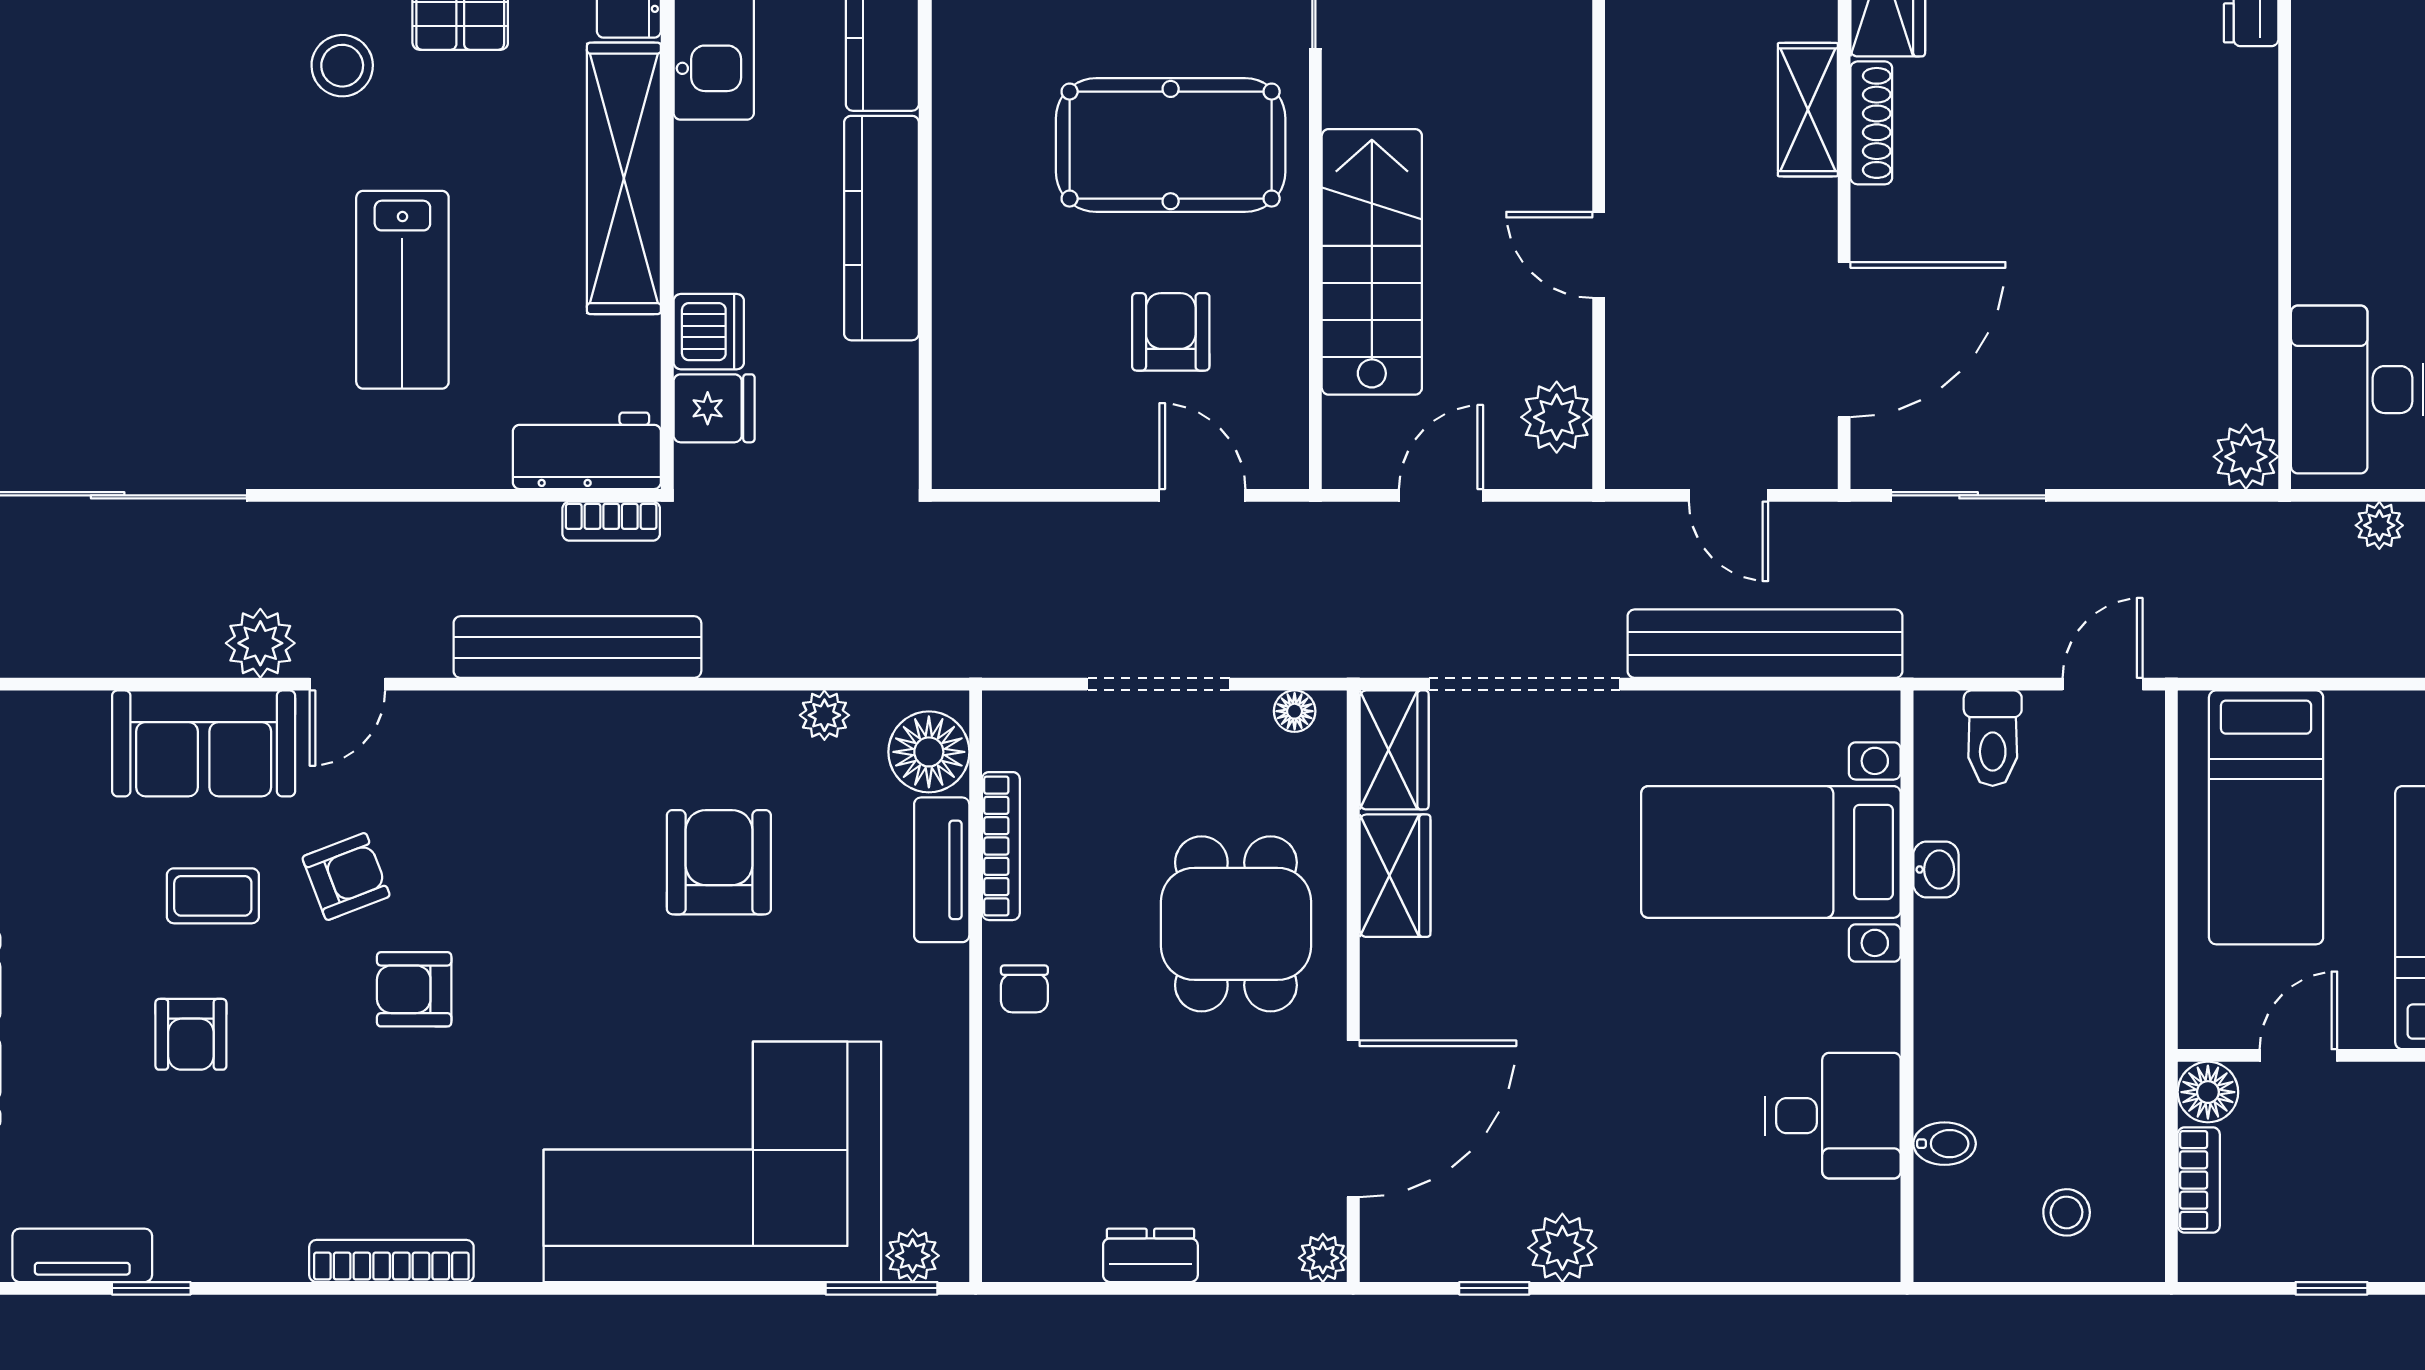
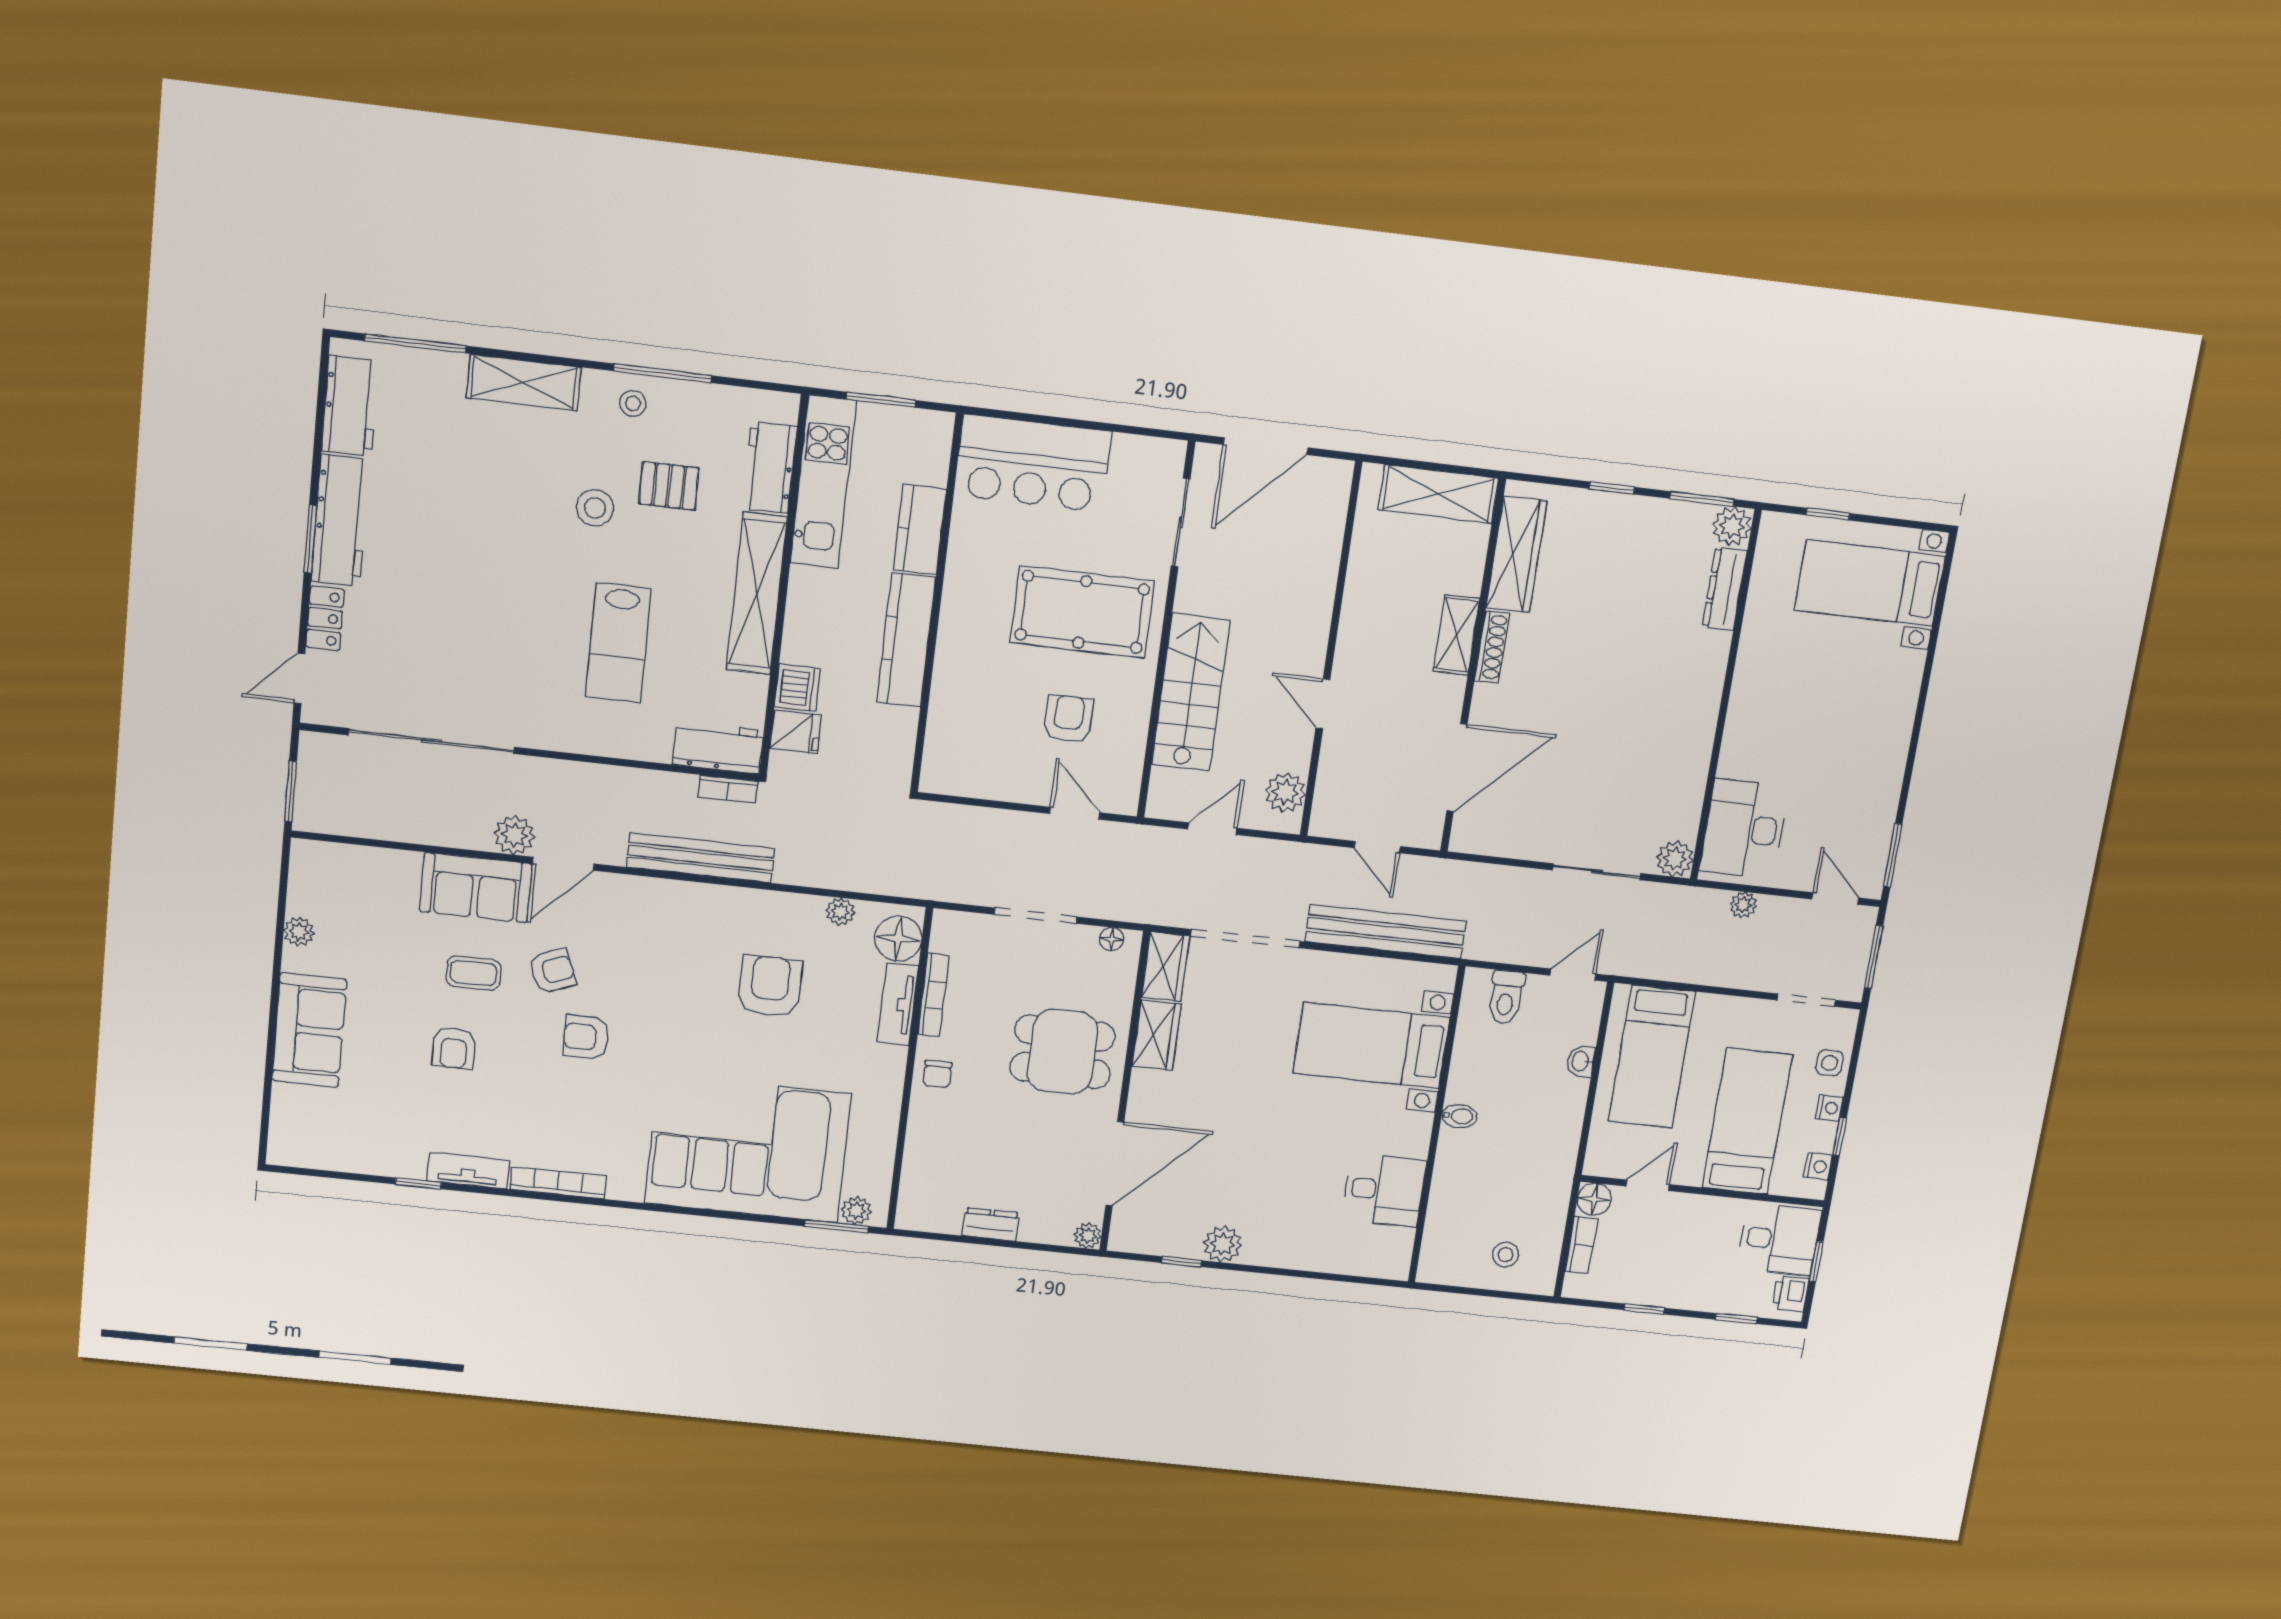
sliding door: (1969, 495) -> (1597, 872), moved
door: (347, 684) -> (563, 864), width x1.38
washbasin: (1936, 870) -> (1581, 1061), moved, turned 180
dining table: (1236, 924) -> (1063, 1052), turned 90
bidet: (1945, 1144) -> (1459, 1116), moved
tv unit: (82, 1255) -> (468, 1171), moved

